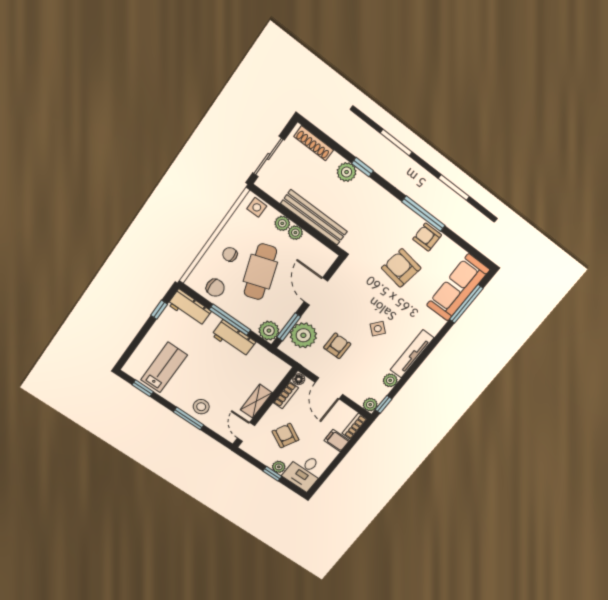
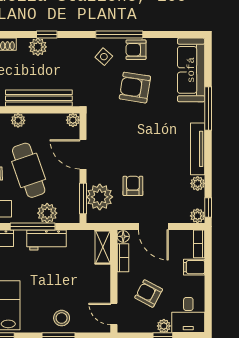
plant: (295, 233) -> (73, 120), moved
window: (466, 304) -> (208, 109), moved
side table: (378, 329) -> (104, 57), moved
plant: (269, 331) -> (47, 213), moved
shelving: (256, 401) -> (103, 247), moved

